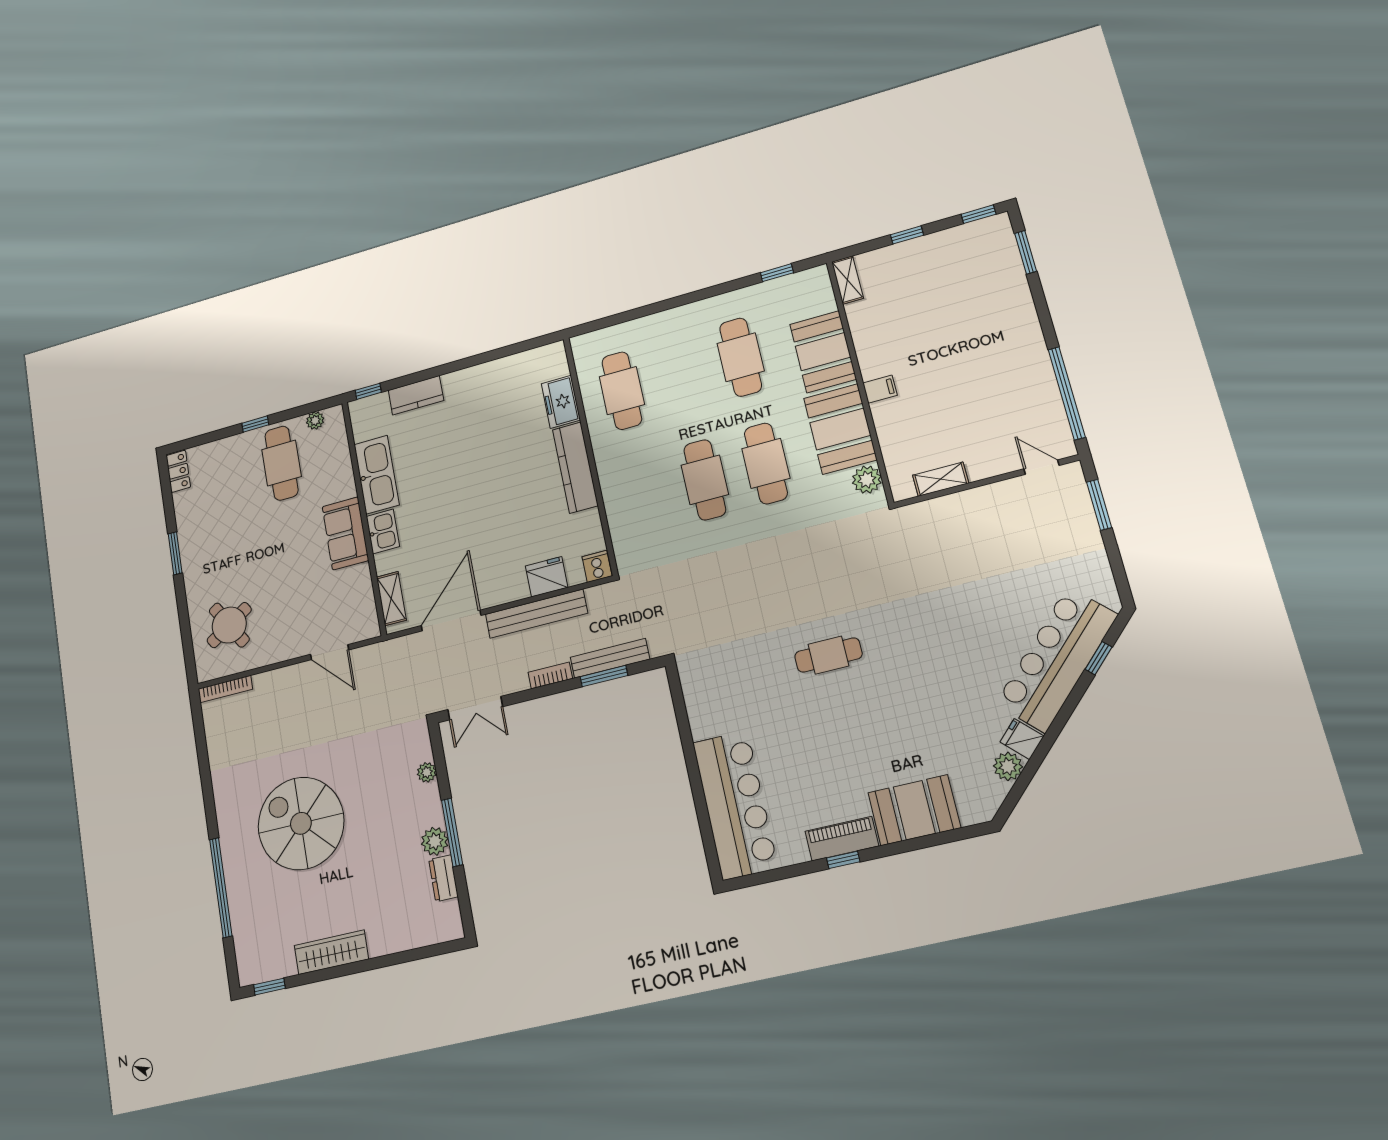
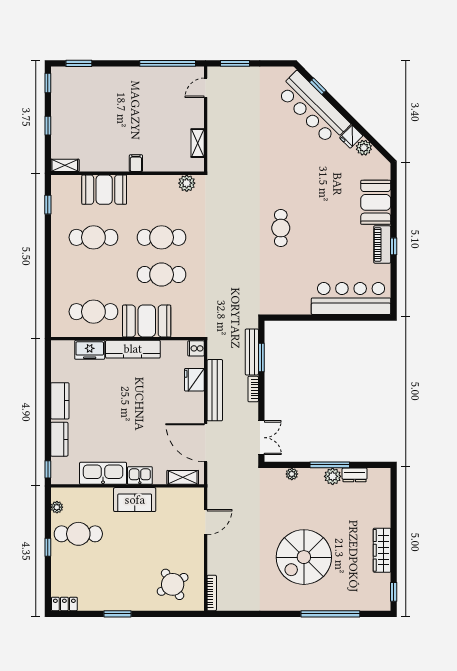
kitchen counter: (474, 380) -> (60, 401), added
booth: (840, 429) -> (147, 321), moved

